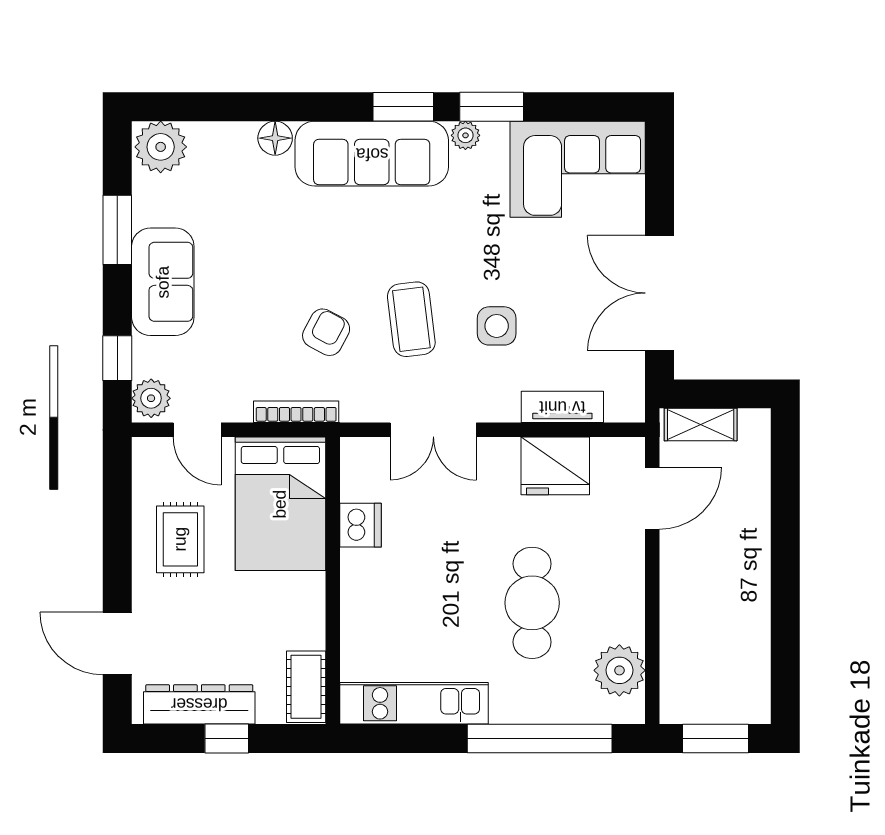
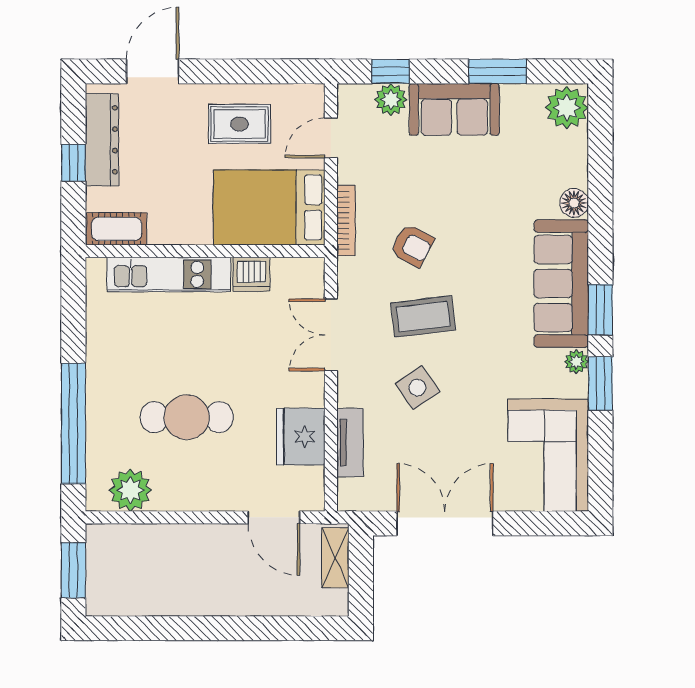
side table: (497, 326) -> (417, 388), turned -35
plant: (151, 398) -> (391, 100), moved
kitchen unit: (414, 703) -> (169, 274), moved, turned 90

